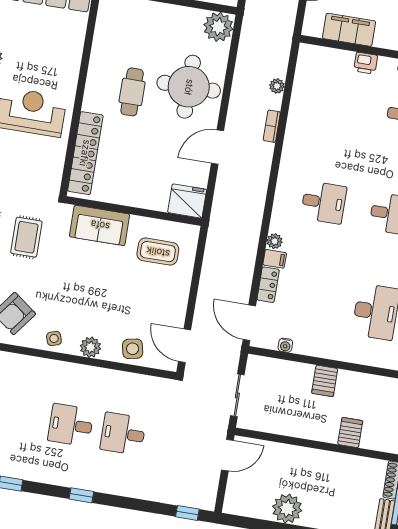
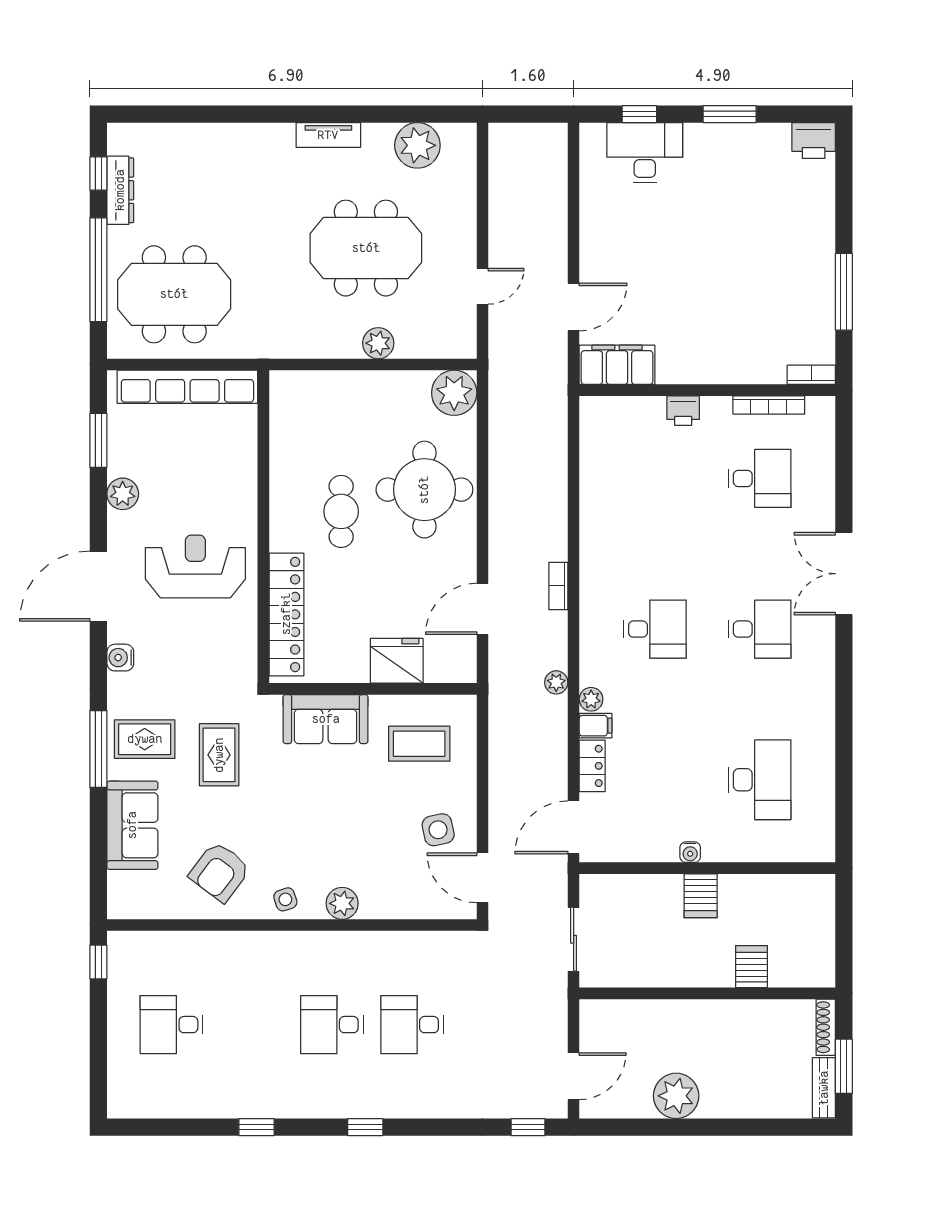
filing cabinet: (349, 30) -> (617, 365), moved
plant: (277, 86) -> (556, 682), moved
bookcase: (272, 126) -> (558, 586), moved
door: (218, 147) -> (482, 609), moved
fridge: (187, 201) -> (397, 661), moved
door: (249, 323) -> (574, 827), hinge flipped
water cooler: (285, 345) -> (690, 852), moved
side table: (133, 349) -> (438, 830), moved
door: (227, 455) -> (574, 1076), moved

